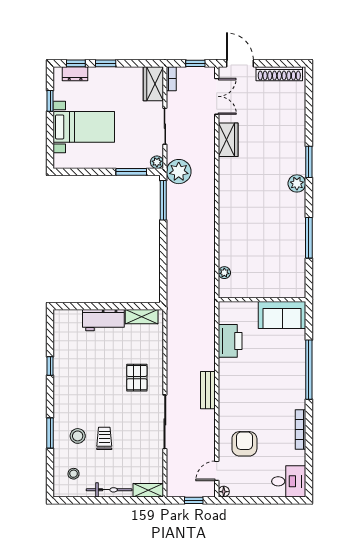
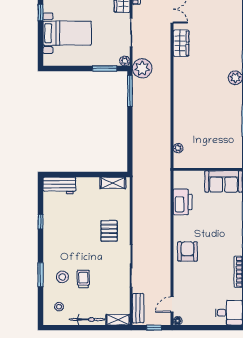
workbench: (103, 320) -> (59, 185), moved
bench: (208, 390) -> (138, 308), moved
armchair: (244, 444) -> (187, 251), moved

